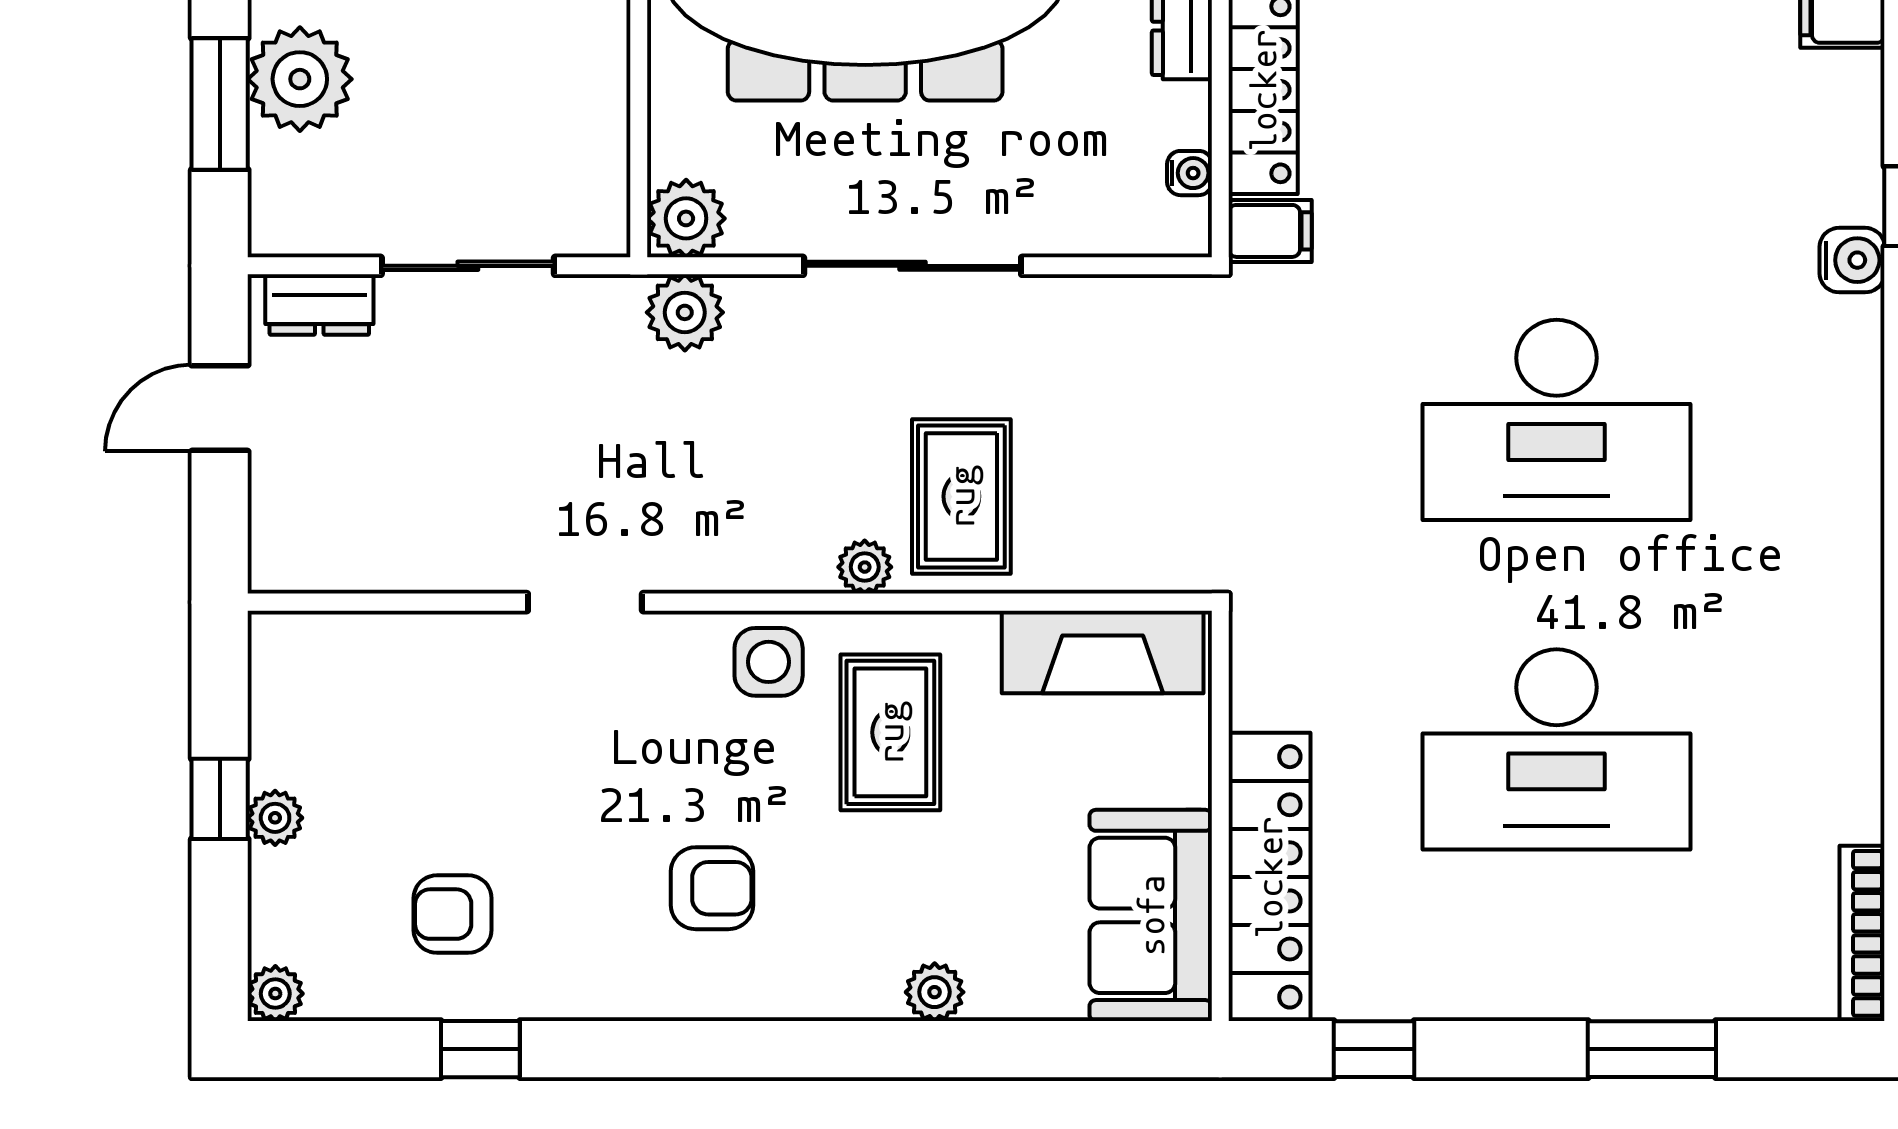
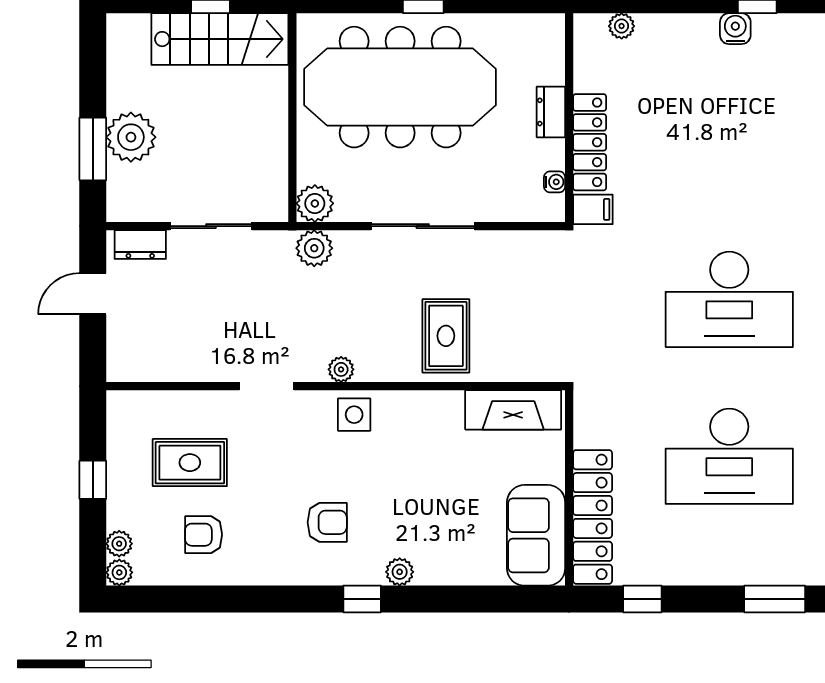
plant: (865, 567) -> (341, 369), moved
rug: (890, 732) -> (190, 463), moved, turned 90
plant: (275, 818) -> (119, 544), moved
plant: (935, 992) -> (400, 572), moved
window: (480, 1049) -> (362, 599), moved

